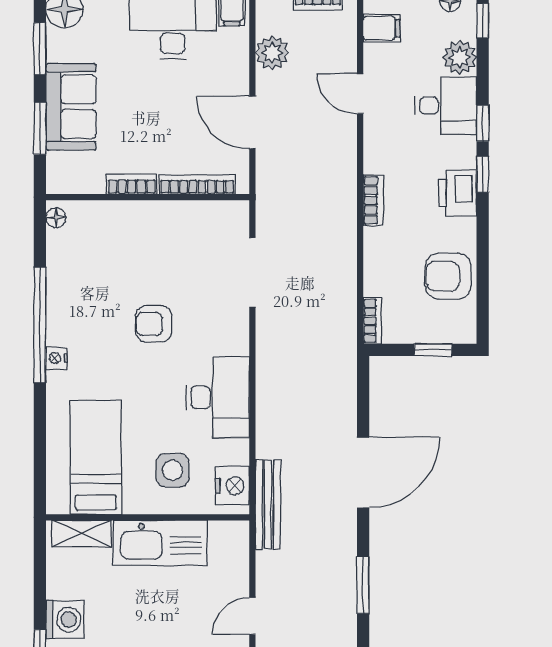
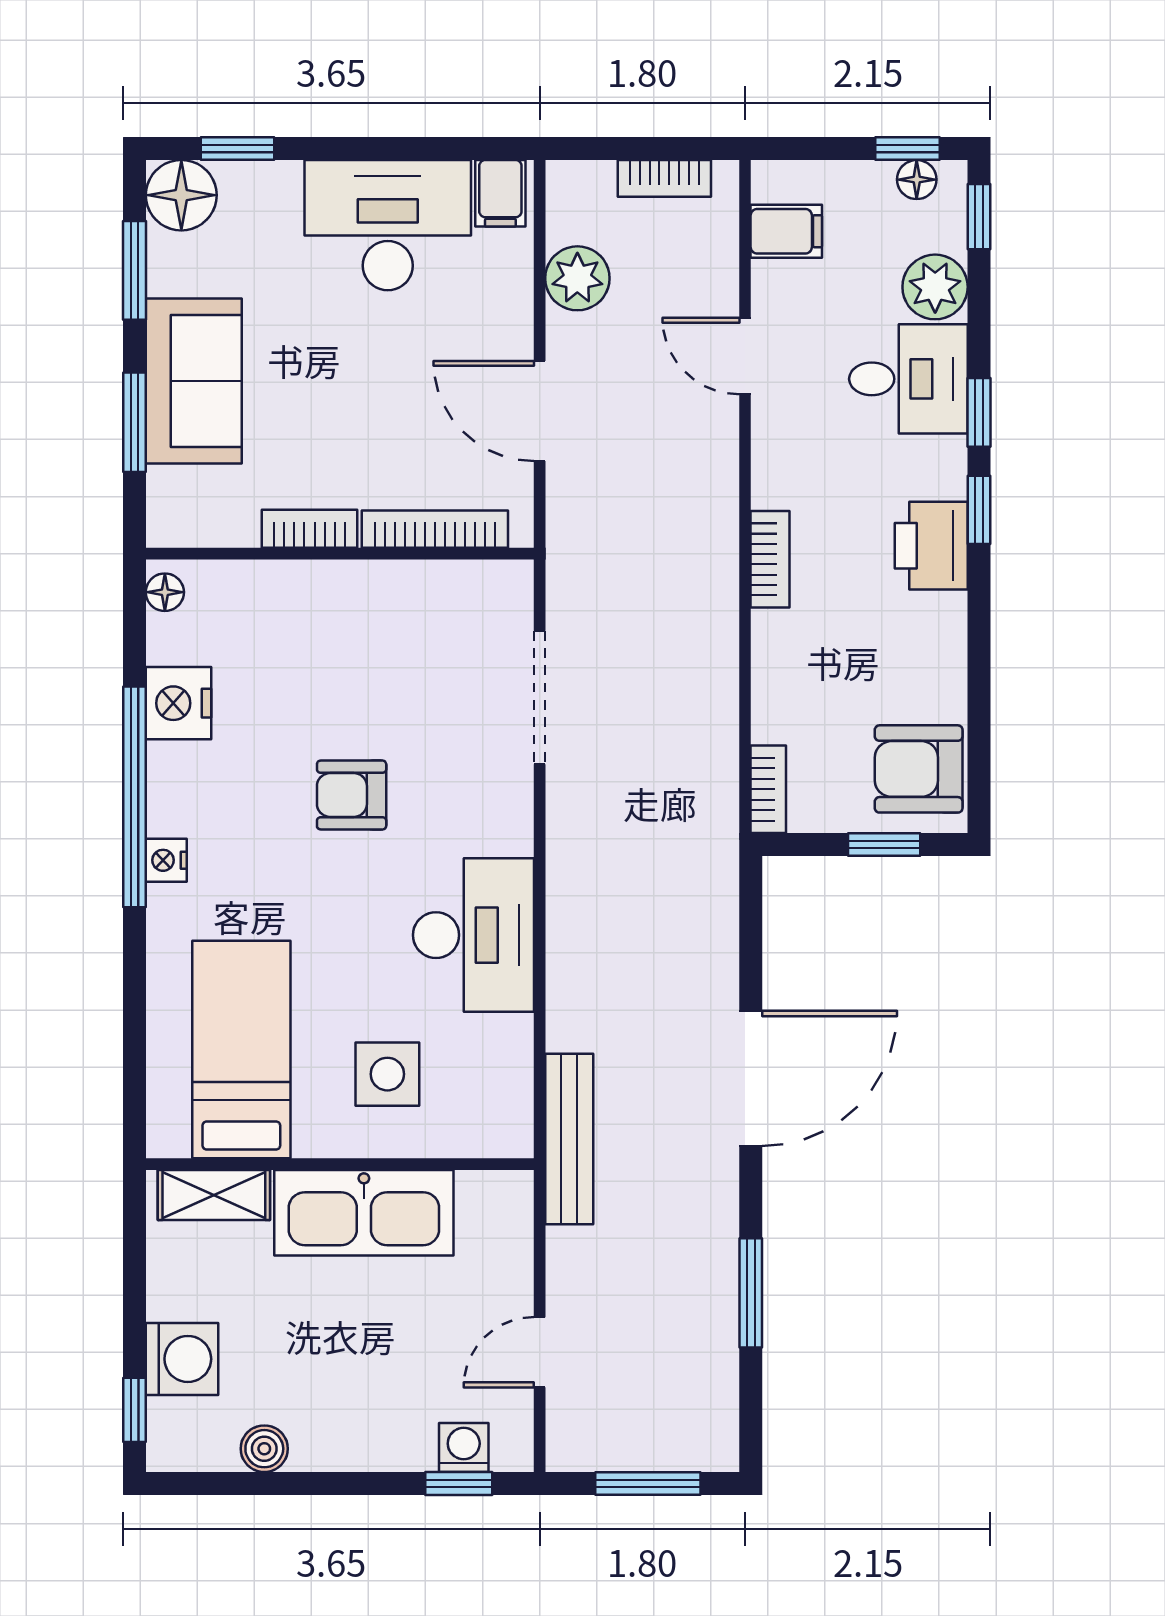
armchair: (448, 276) -> (919, 769), moved
nightstand: (232, 486) -> (178, 703), moved, turned 180

